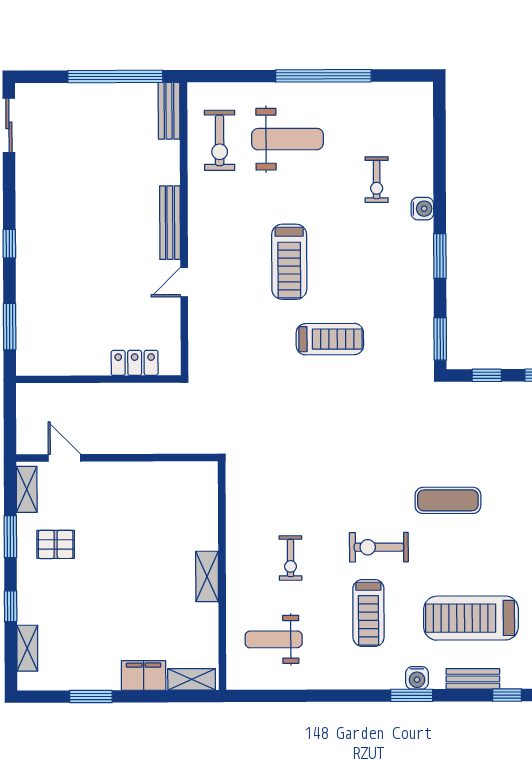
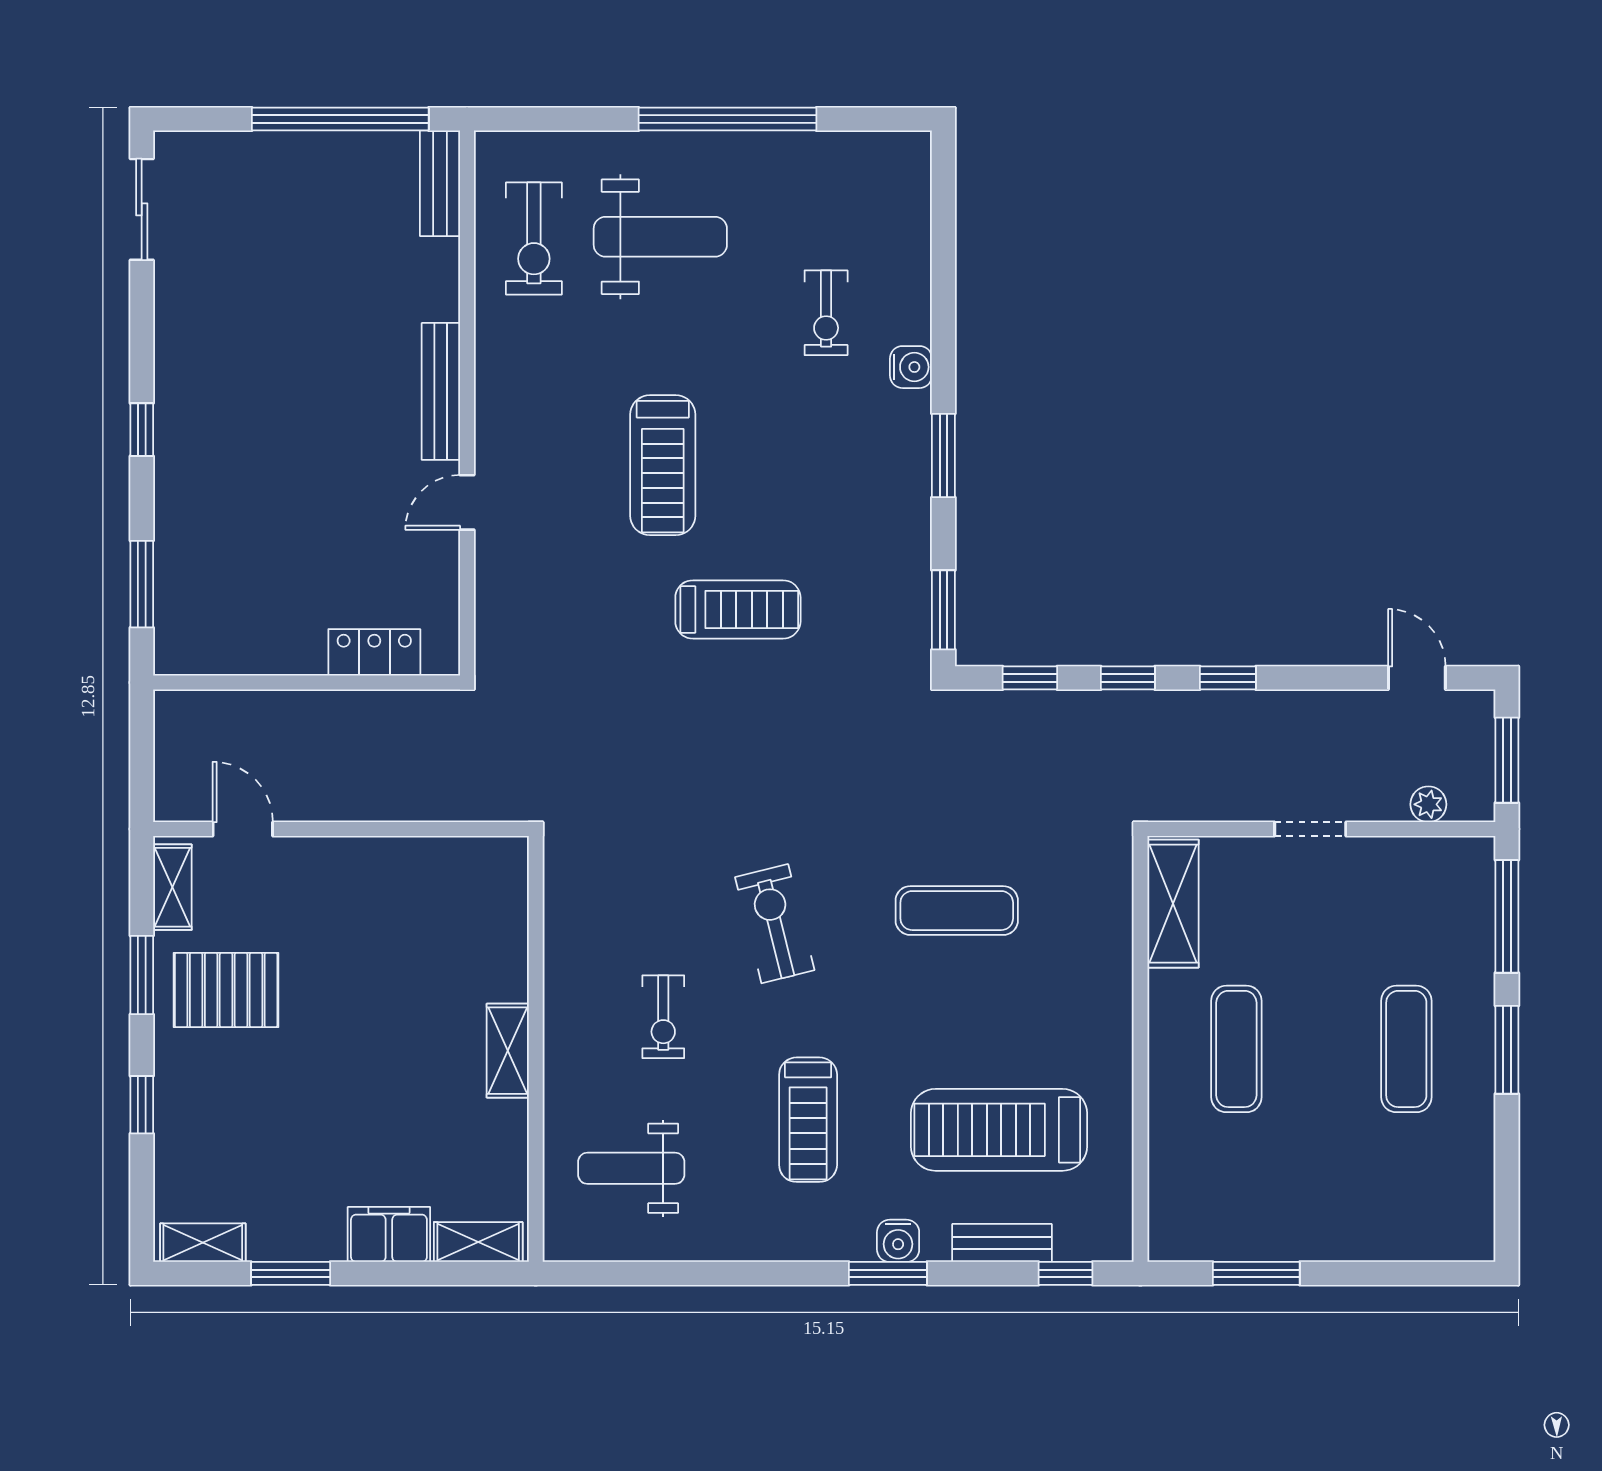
pallet: (56, 544) -> (226, 990), width x1.50, depth x1.42
exercise bike: (379, 547) -> (775, 924), moved, turned 76
shelving: (27, 648) -> (203, 1243), moved, turned 90

